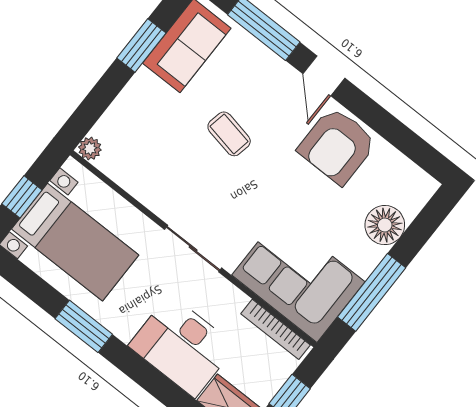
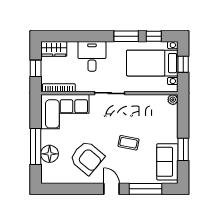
armchair: (337, 146) -> (87, 158), moved, turned 130
window: (35, 288) -> (154, 36), added
window: (372, 292) -> (36, 146), moved
desk: (182, 346) -> (92, 56), width x0.73

